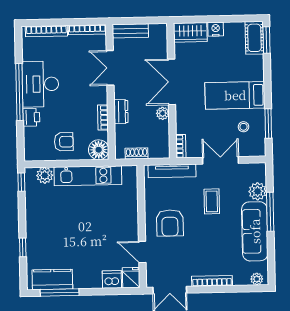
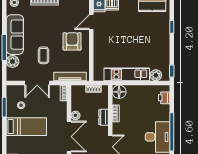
printer: (31, 117) -> (164, 98), moved
armchair: (64, 142) -> (143, 98), removed
door: (142, 252) -> (91, 22), swing flipped

